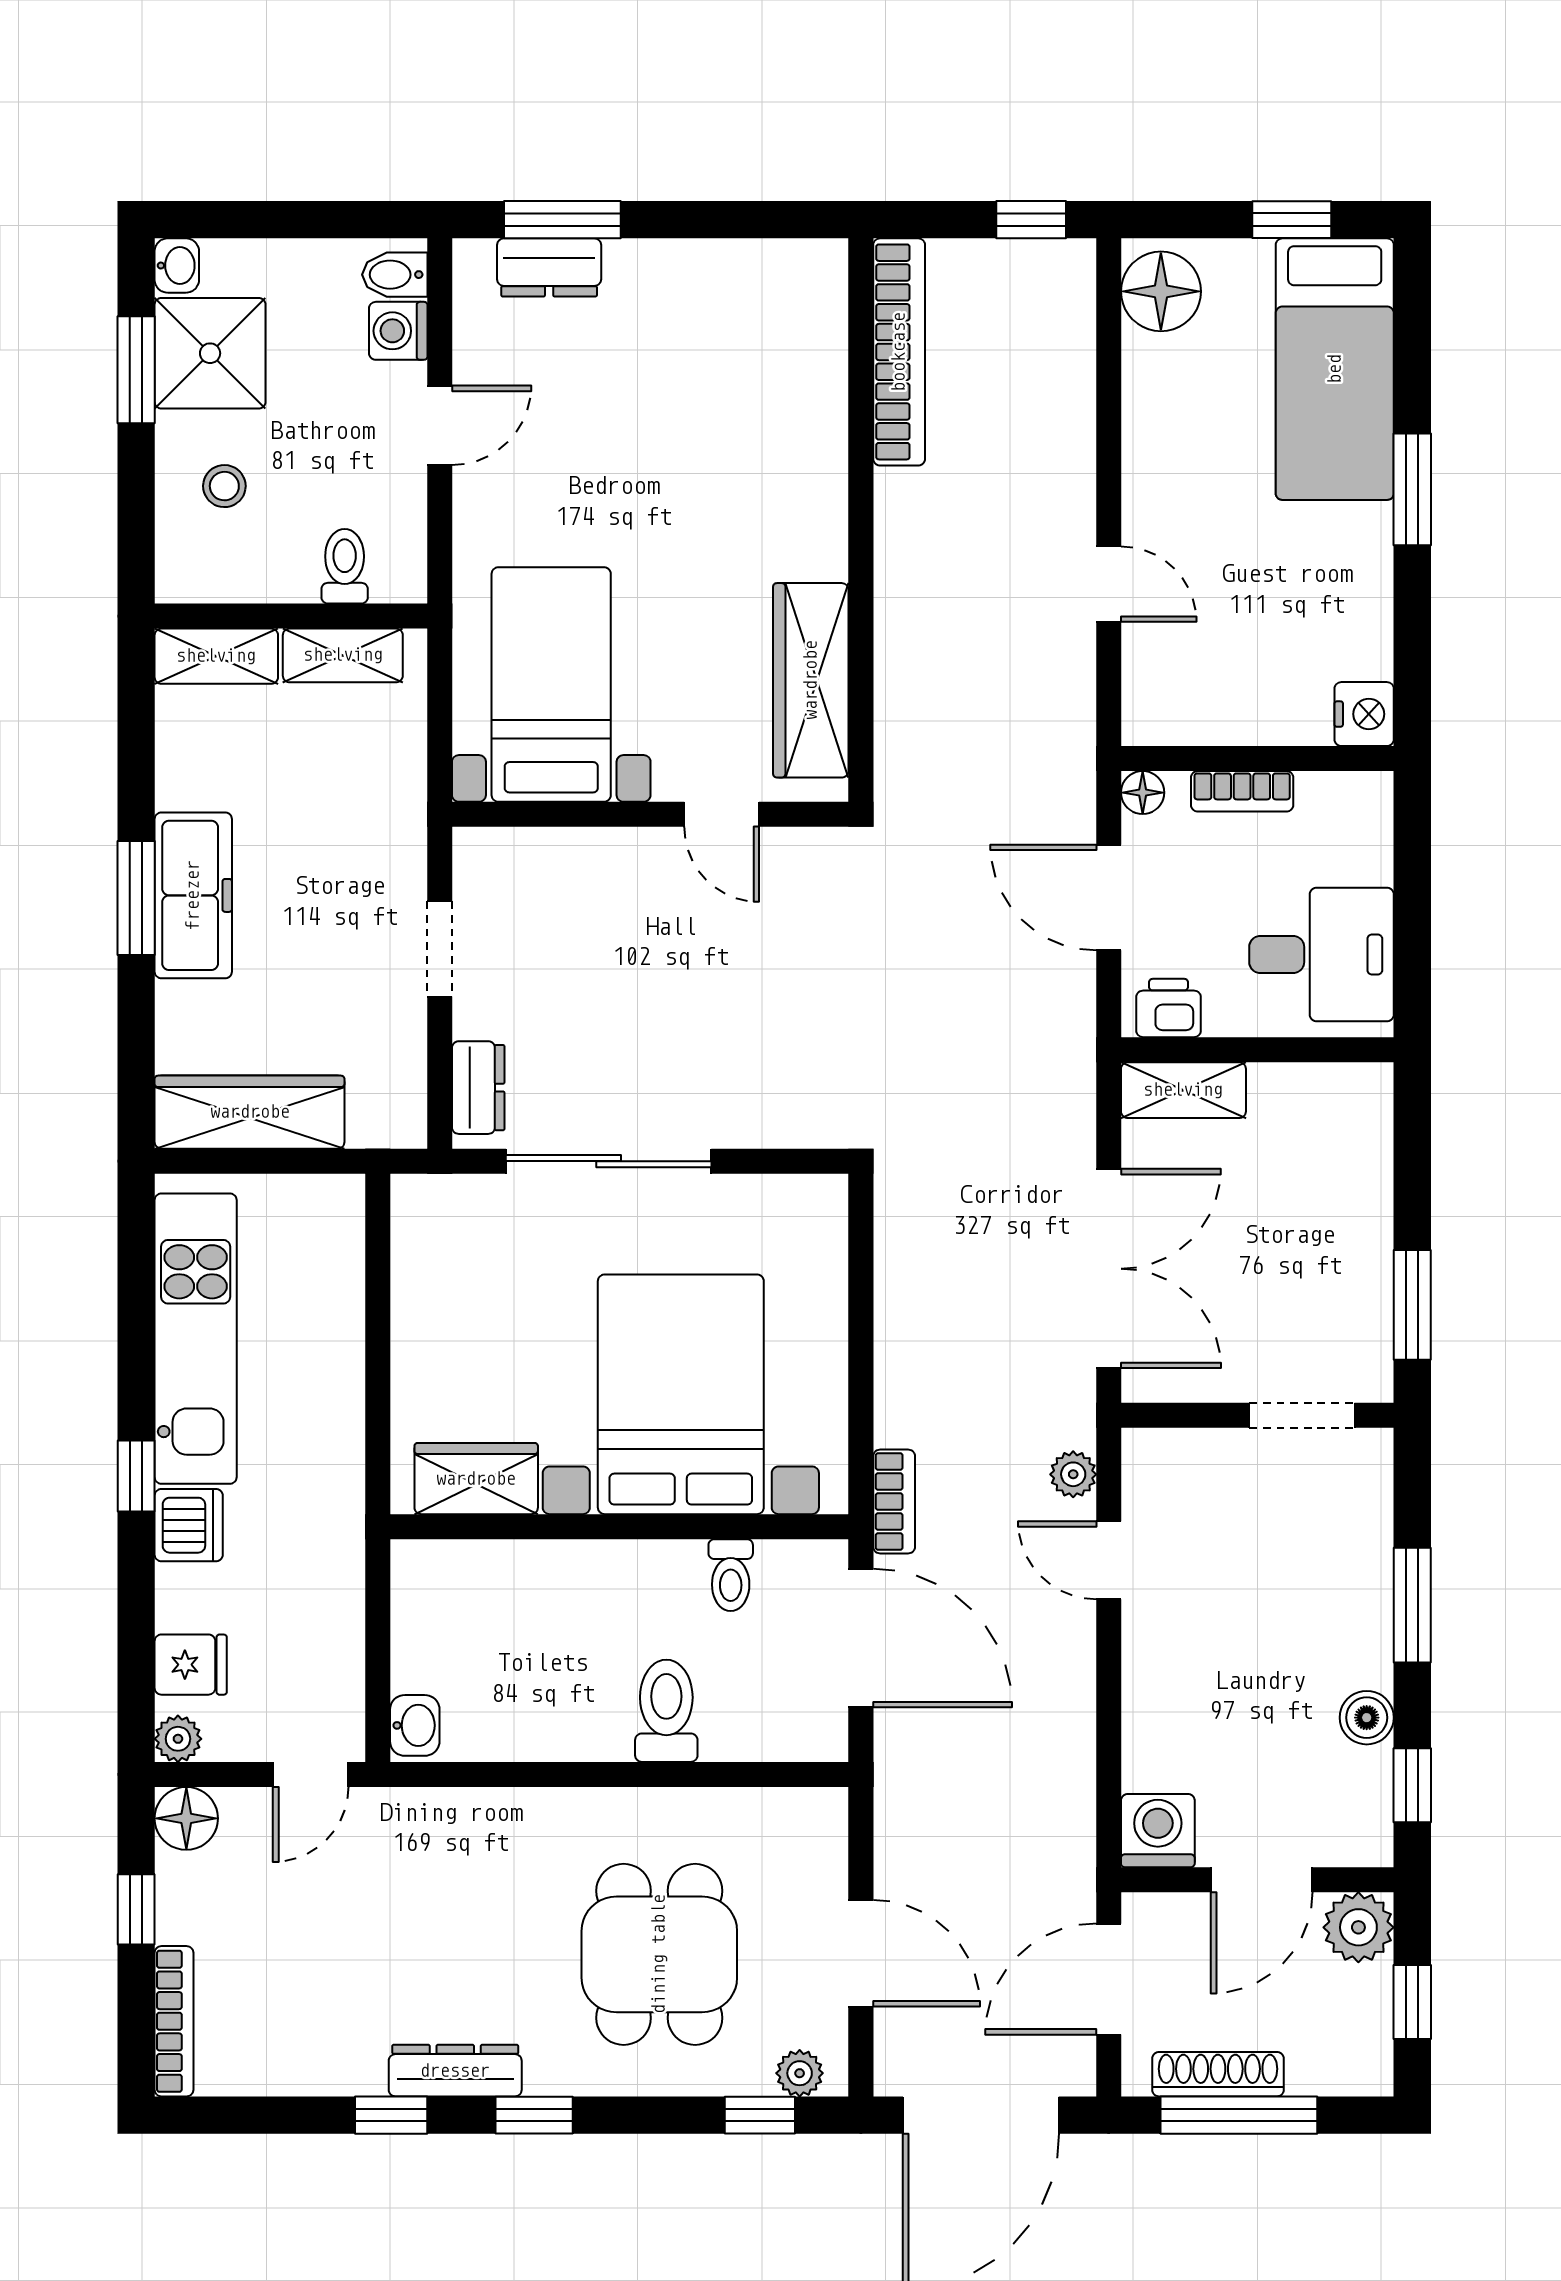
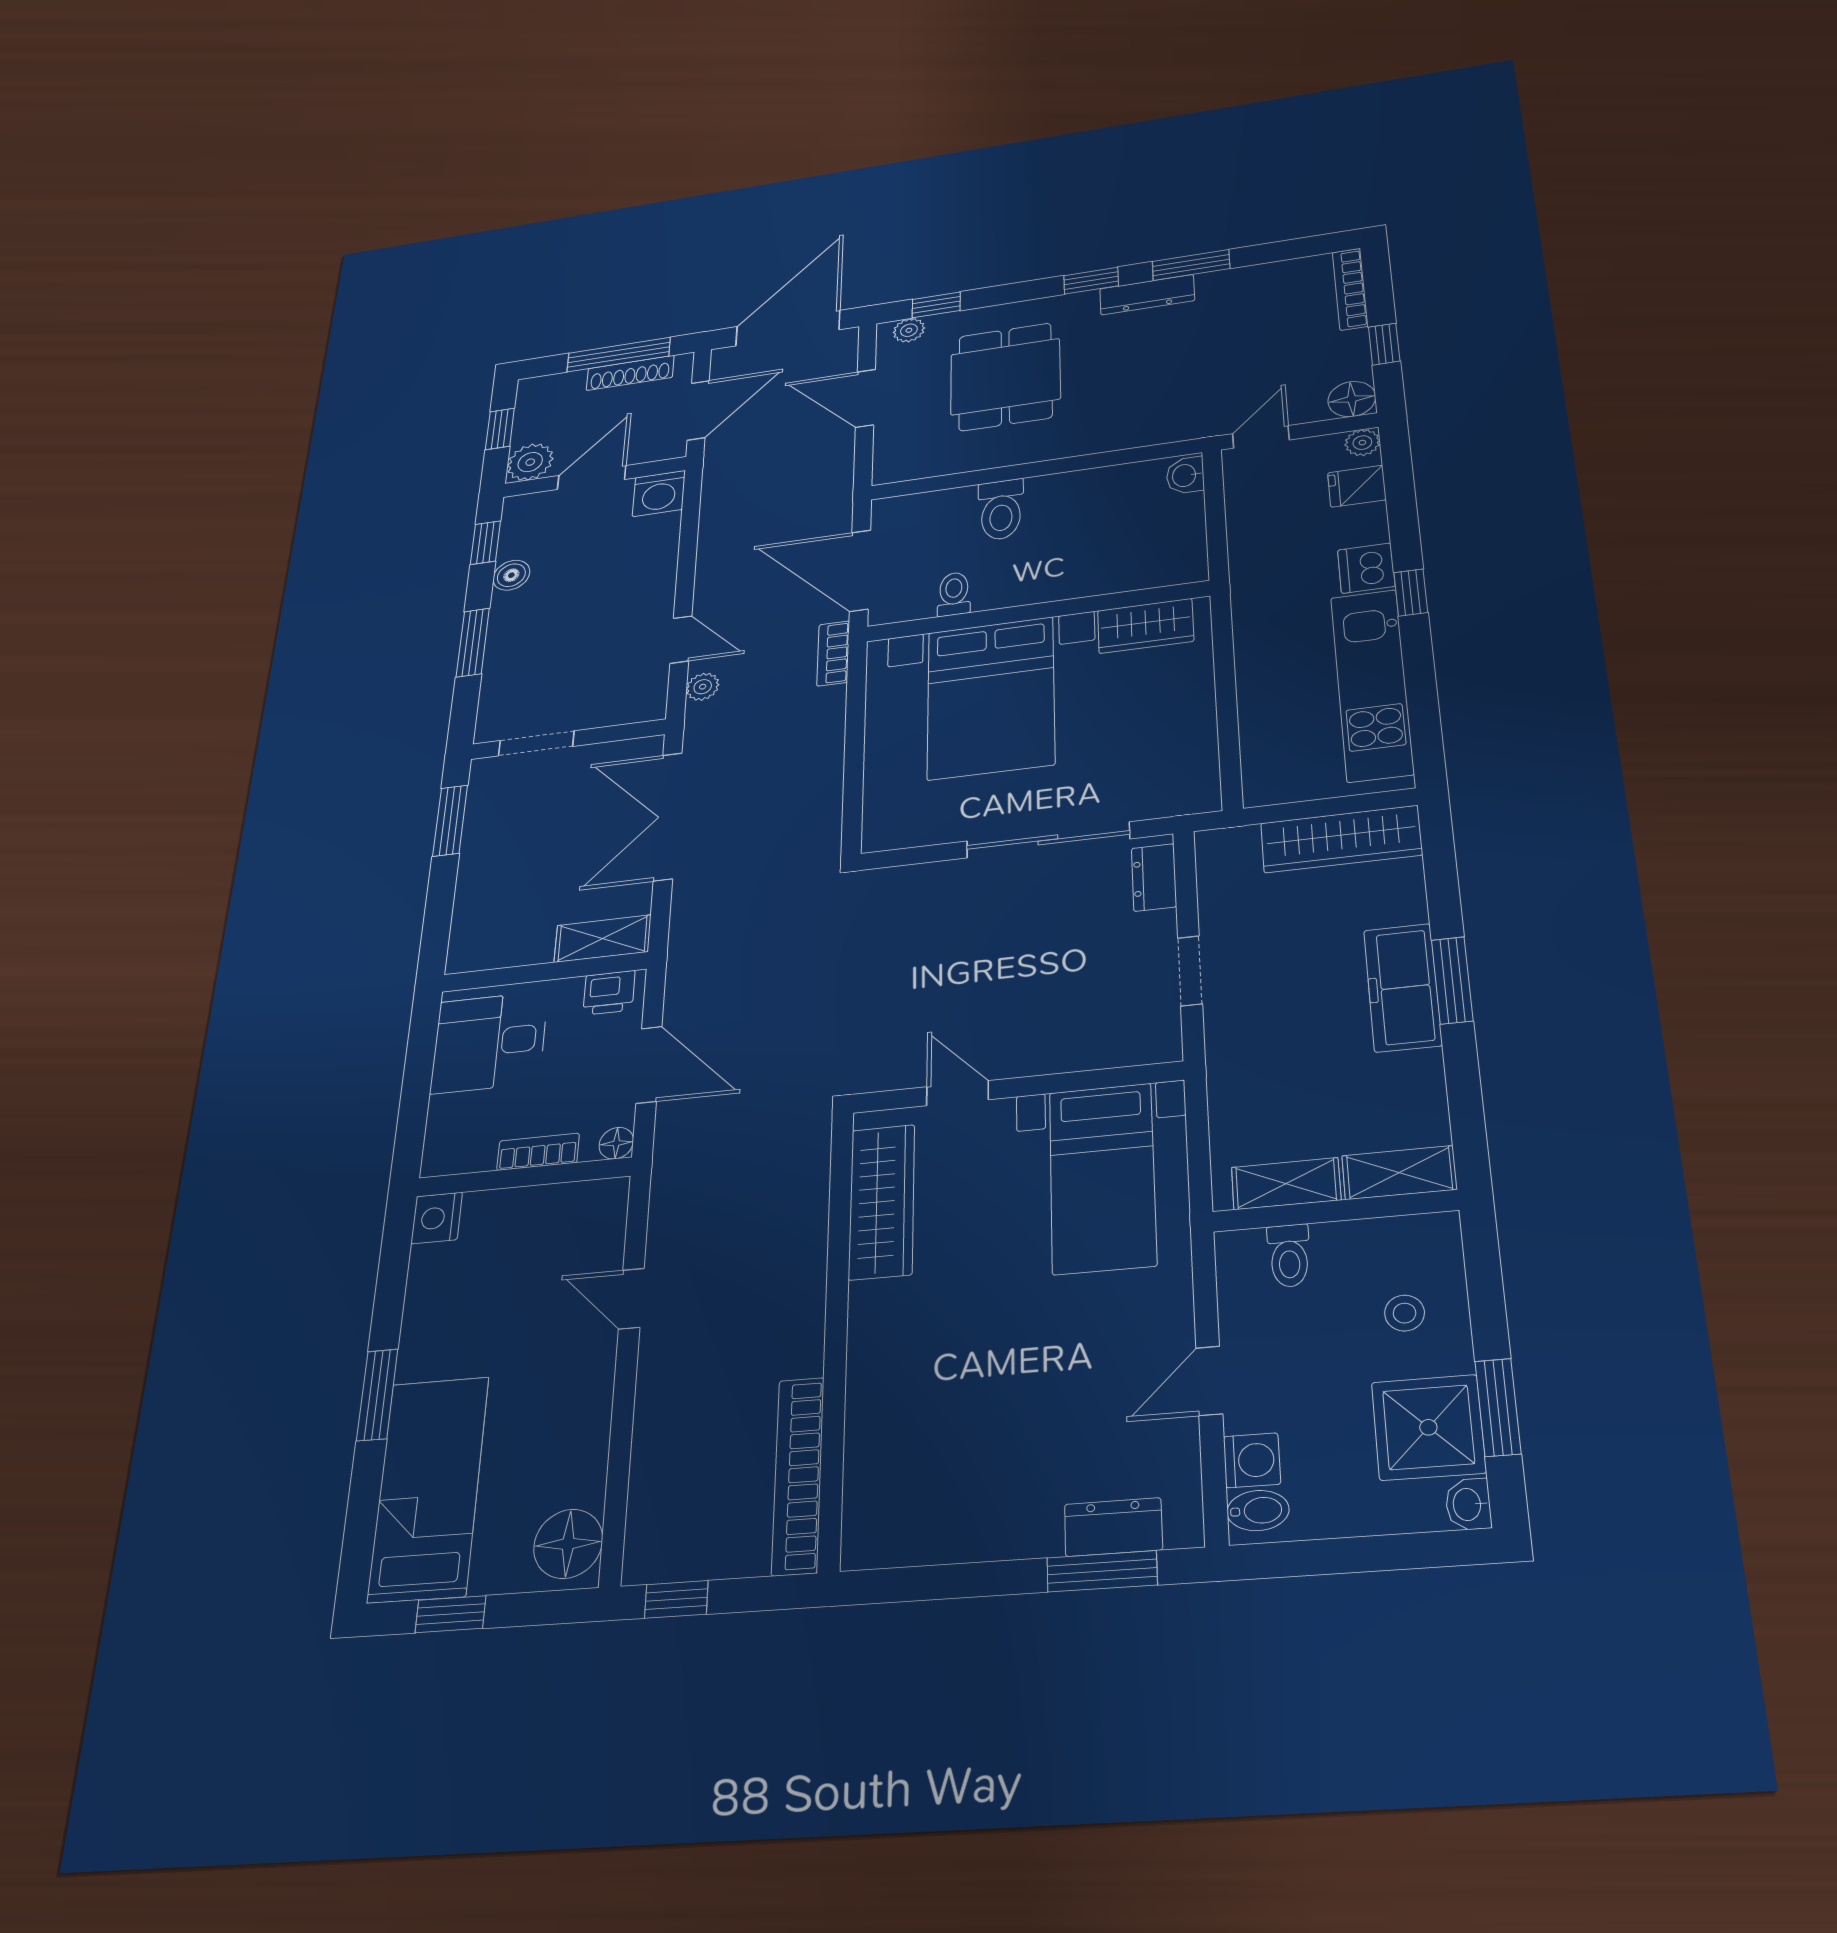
window: (391, 2115) -> (1191, 265), width x1.50

